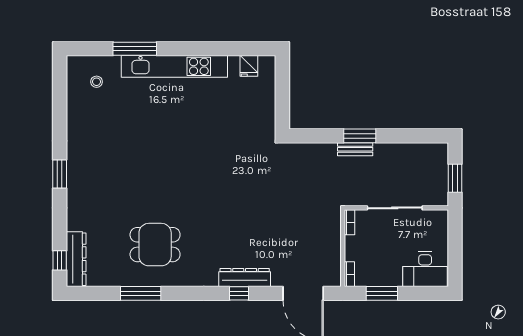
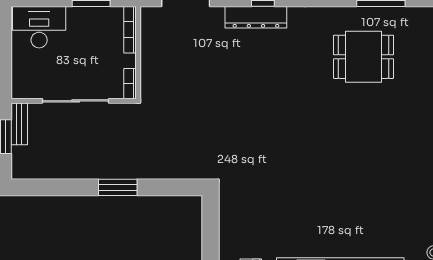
bench: (355, 149) -> (19, 124), moved, turned 90
bookcase: (349, 274) -> (130, 30), width x1.56

